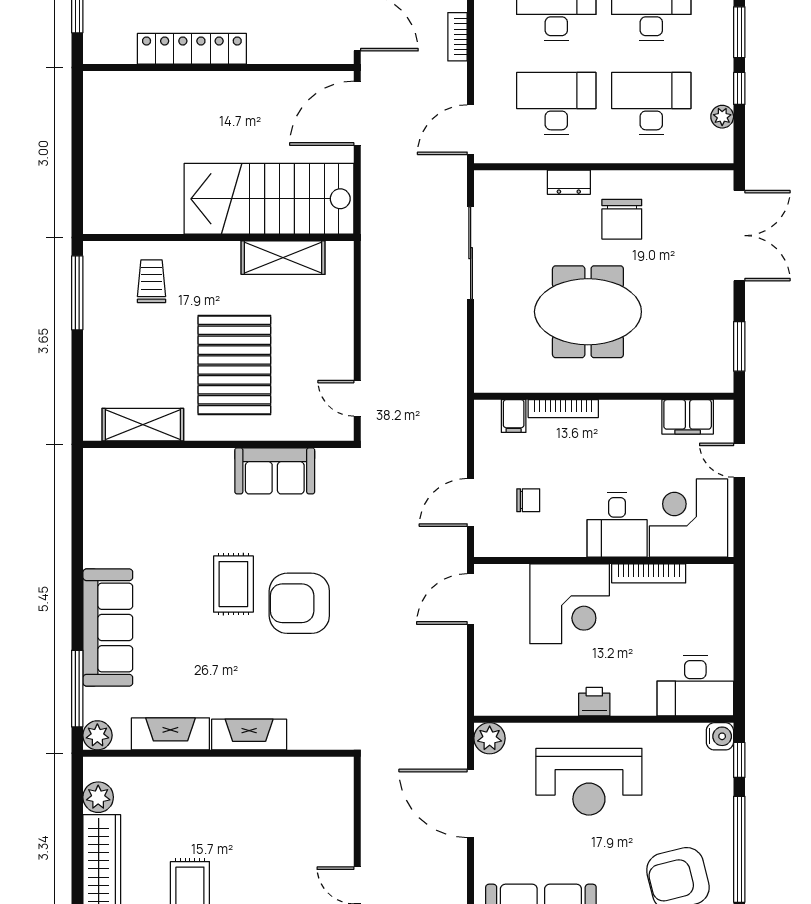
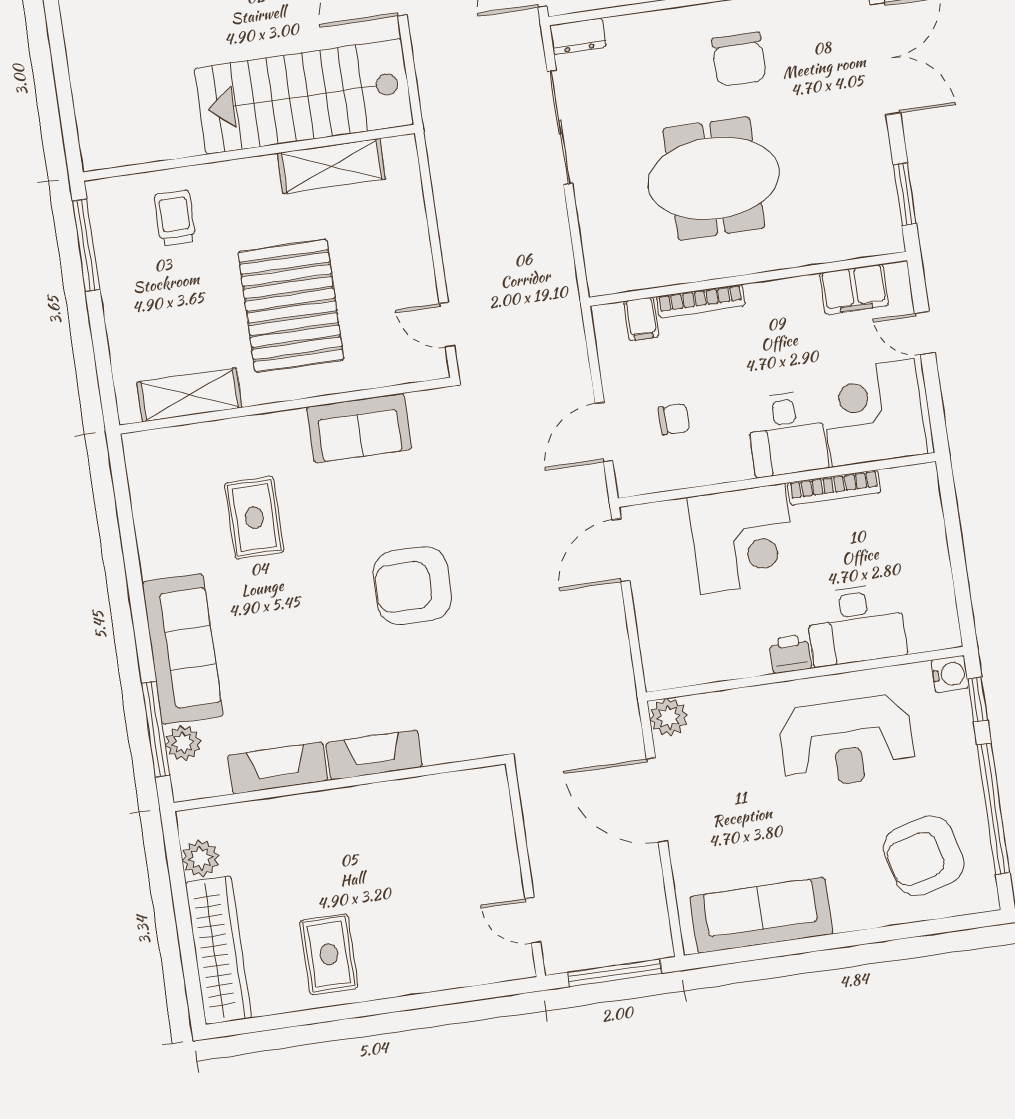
dresser: (569, 182) -> (578, 36), moved
rug: (233, 584) -> (254, 518), moved
desk: (695, 686) -> (856, 625), moved
plant: (97, 735) -> (183, 743), moved
reception desk: (589, 782) -> (847, 742), moved

